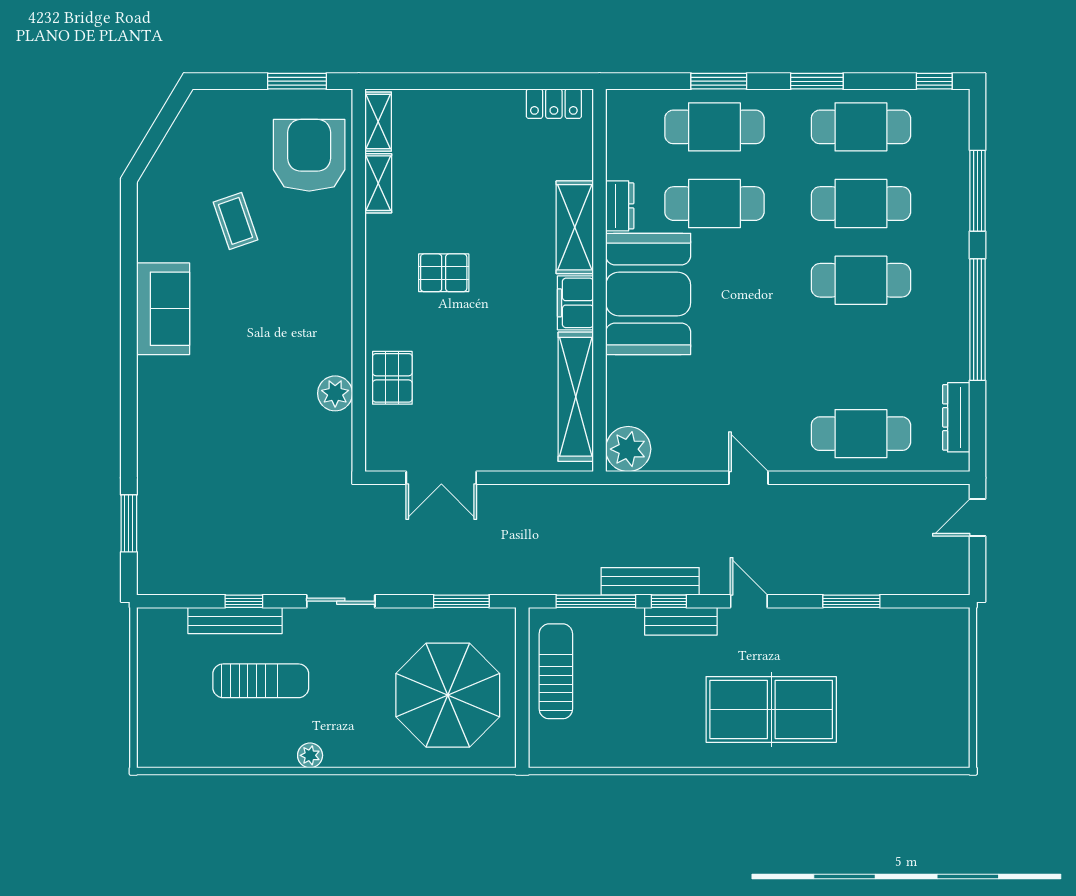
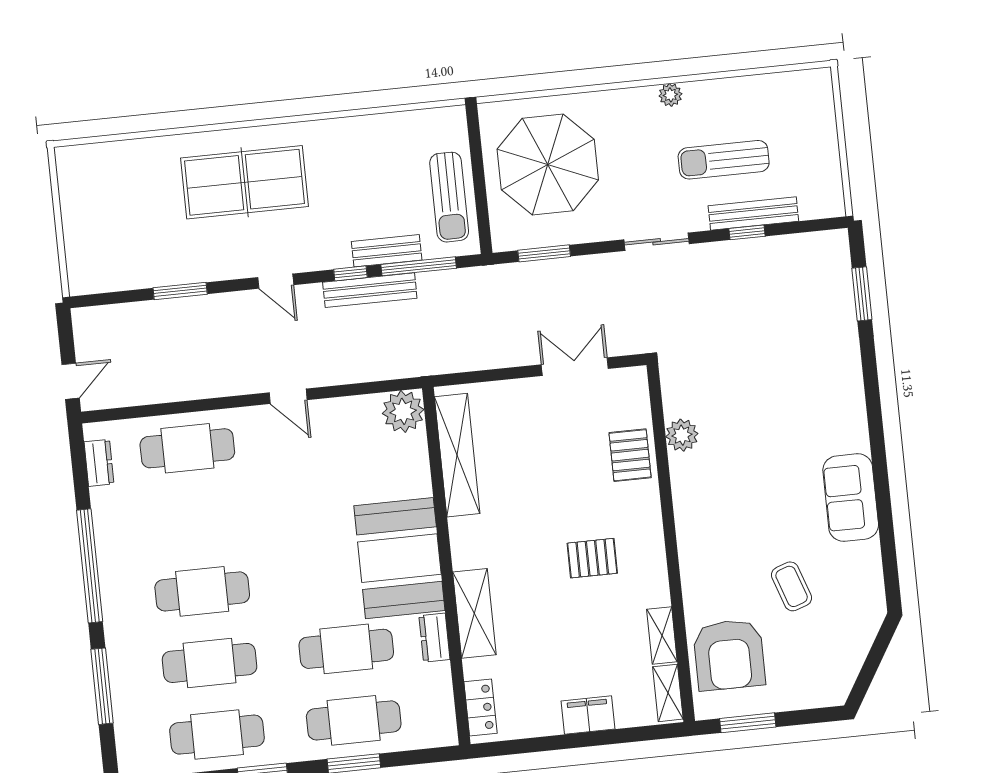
locker: (554, 104) -> (480, 708), moved, turned 90
filing cabinet: (575, 303) -> (588, 715), moved, turned -90
dresser: (956, 417) -> (99, 463), width x0.70
bench: (681, 621) -> (387, 251), moved

